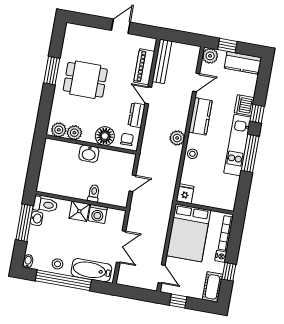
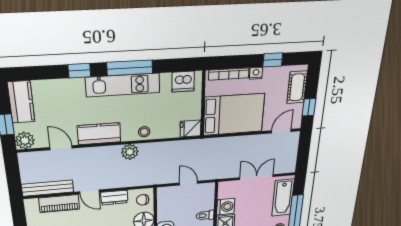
door: (148, 95) -> (90, 192), hinge flipped
dishwasher: (244, 105) -> (183, 82), moved
cot: (212, 287) -> (297, 87), moved, turned 90

